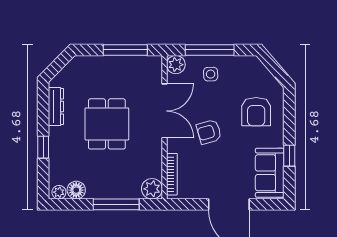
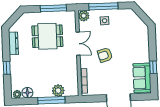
double door: (164, 111) -> (78, 44), width x0.73
armchair: (256, 112) -> (132, 42), removed
dining table: (107, 124) -> (47, 36), moved, turned 90
plant: (152, 189) -> (58, 91), moved

